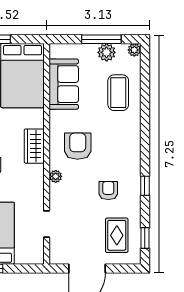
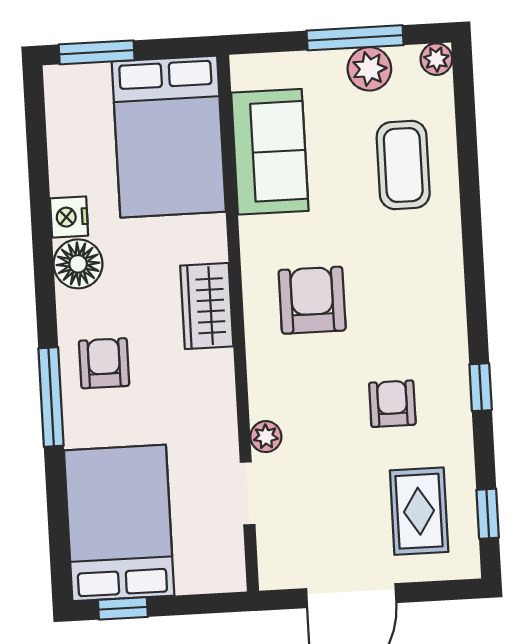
plant: (56, 176) -> (266, 437), moved

